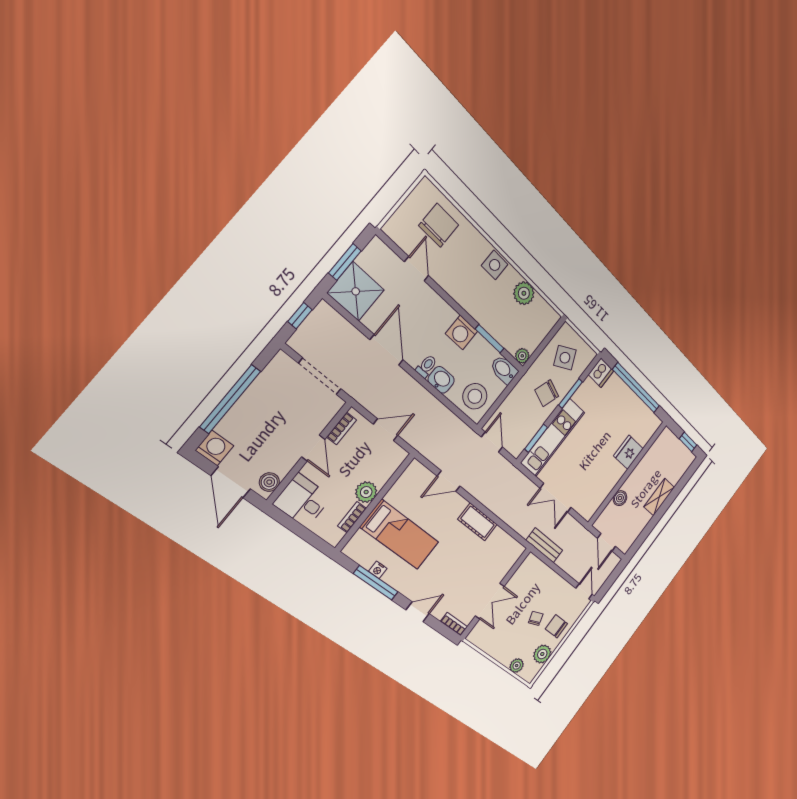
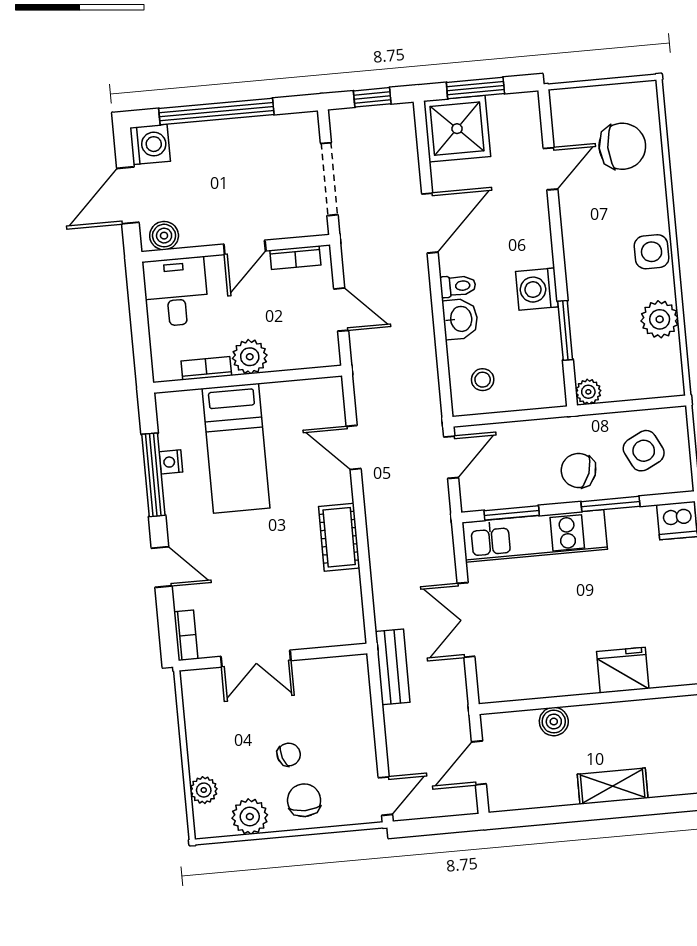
bidet: (504, 370) -> (549, 385), removed
stool: (475, 396) -> (483, 380), width x0.53, depth x0.53

